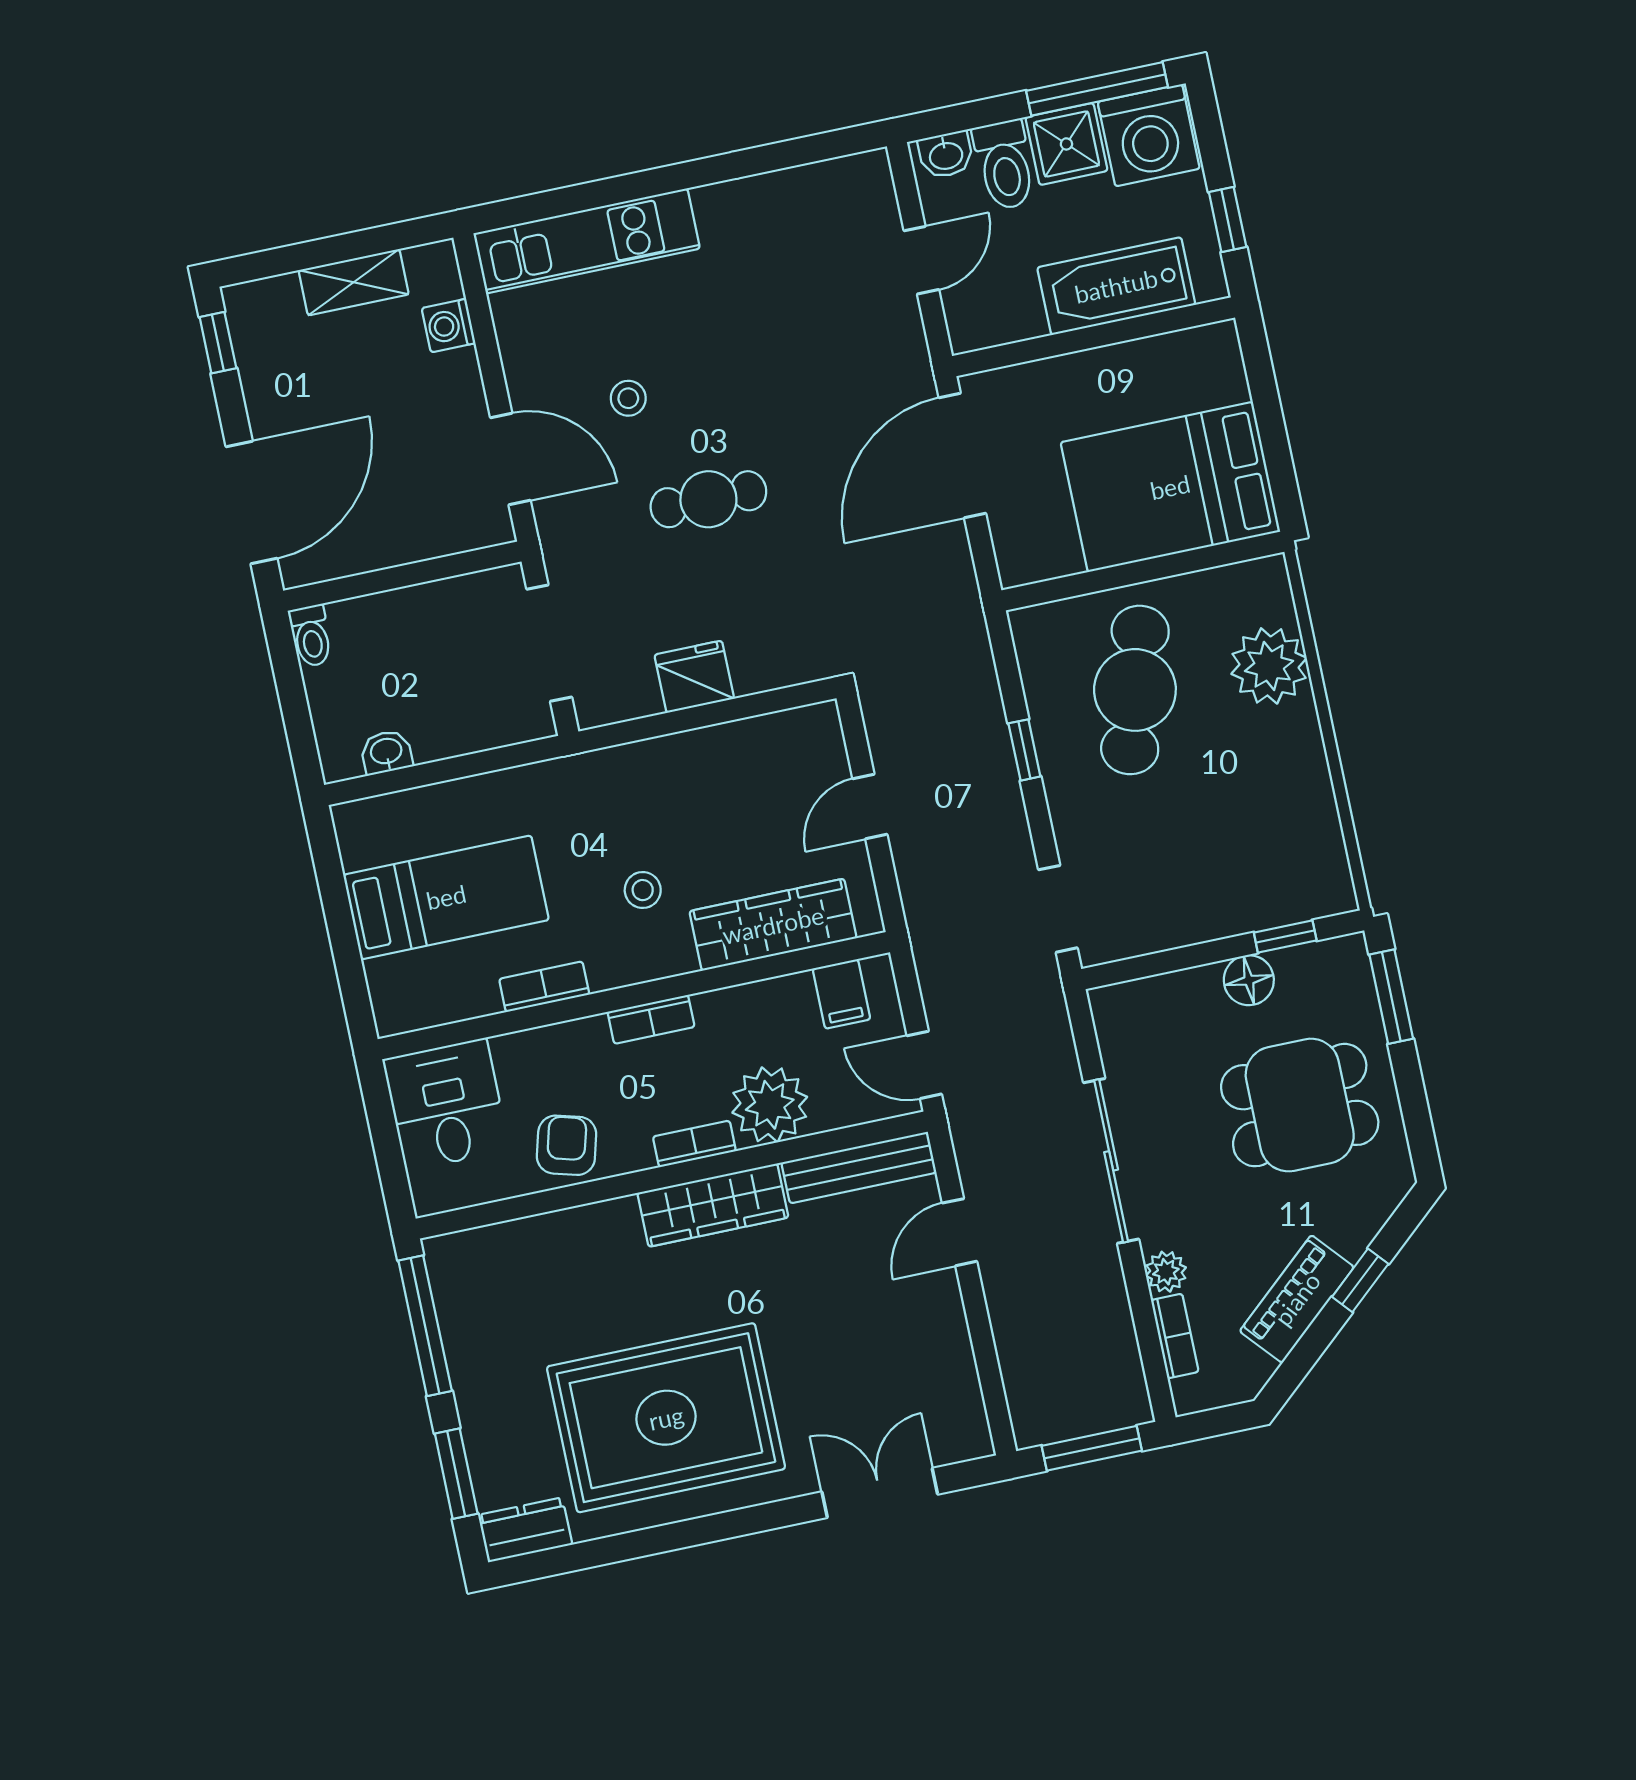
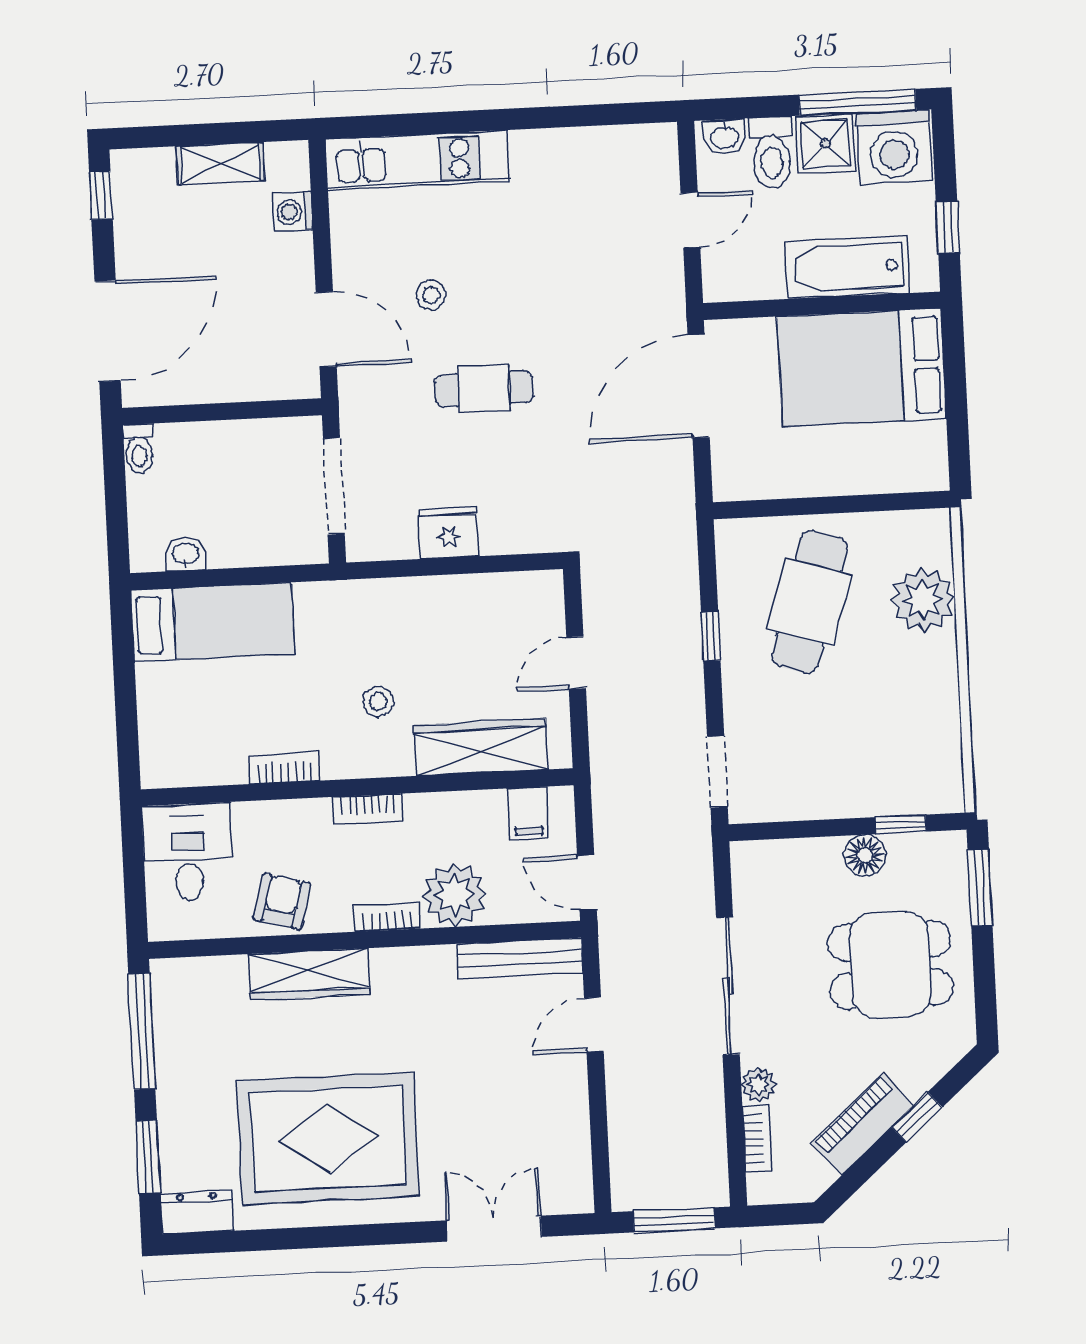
bed: (1170, 487) -> (862, 368), moved
bed: (446, 897) -> (213, 622), moved
wardrobe: (713, 1205) -> (309, 974), moved

